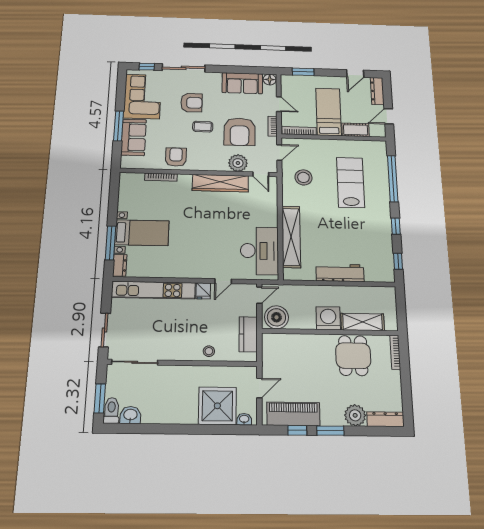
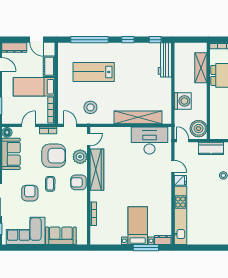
window: (119, 126) -> (52, 248), removed
armchair: (176, 157) -> (78, 182), moved
workbench: (340, 273) -> (165, 60), moved
washing machine: (328, 318) -> (183, 101), moved, turned 180
sliding door: (104, 330) -> (210, 248), removed

